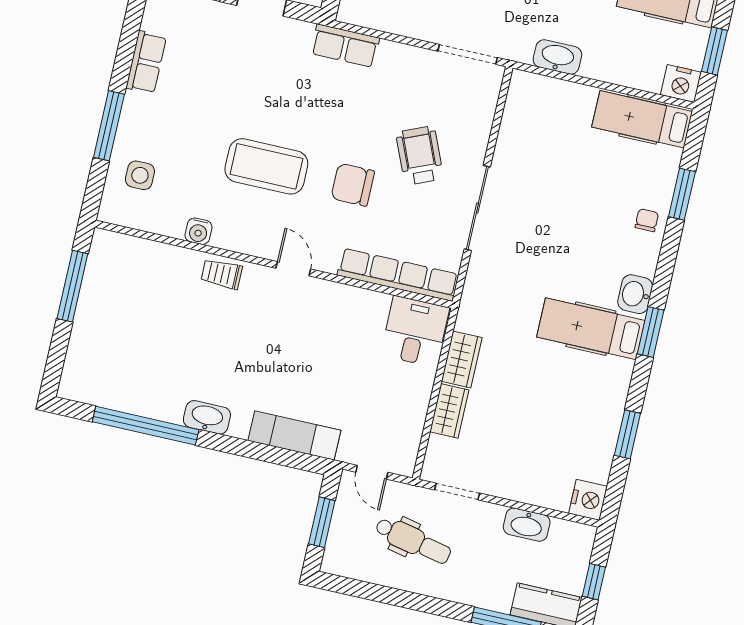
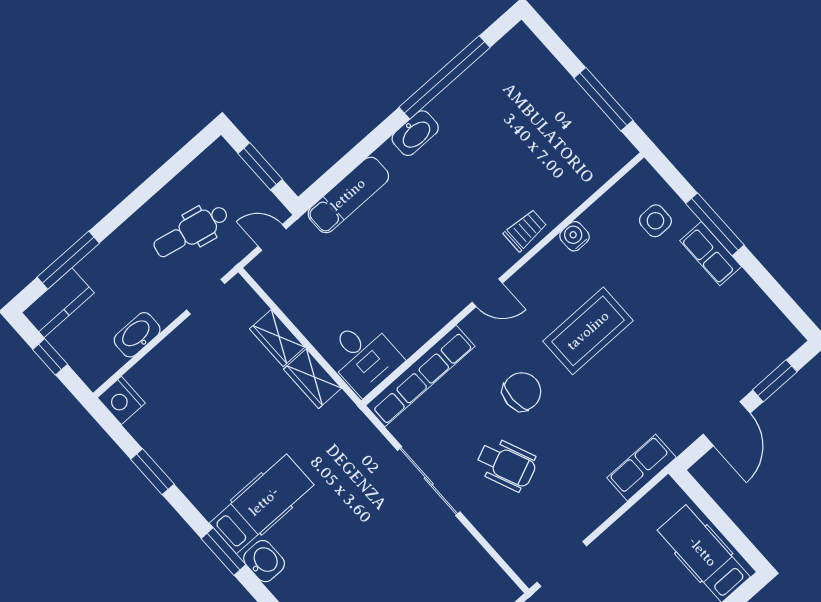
row of seats: (146, 62) -> (711, 254), moved

